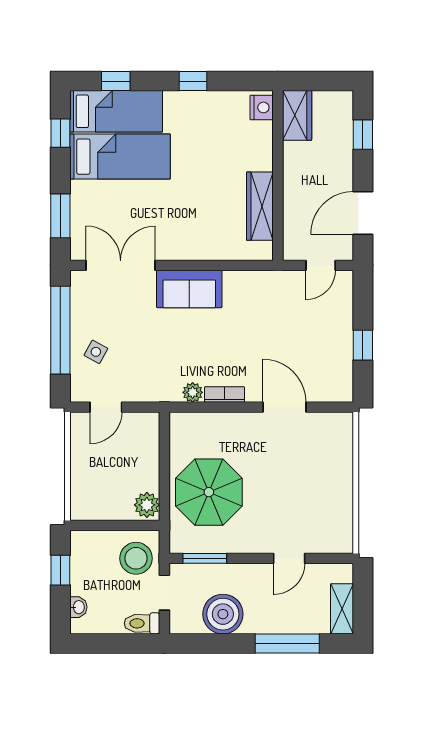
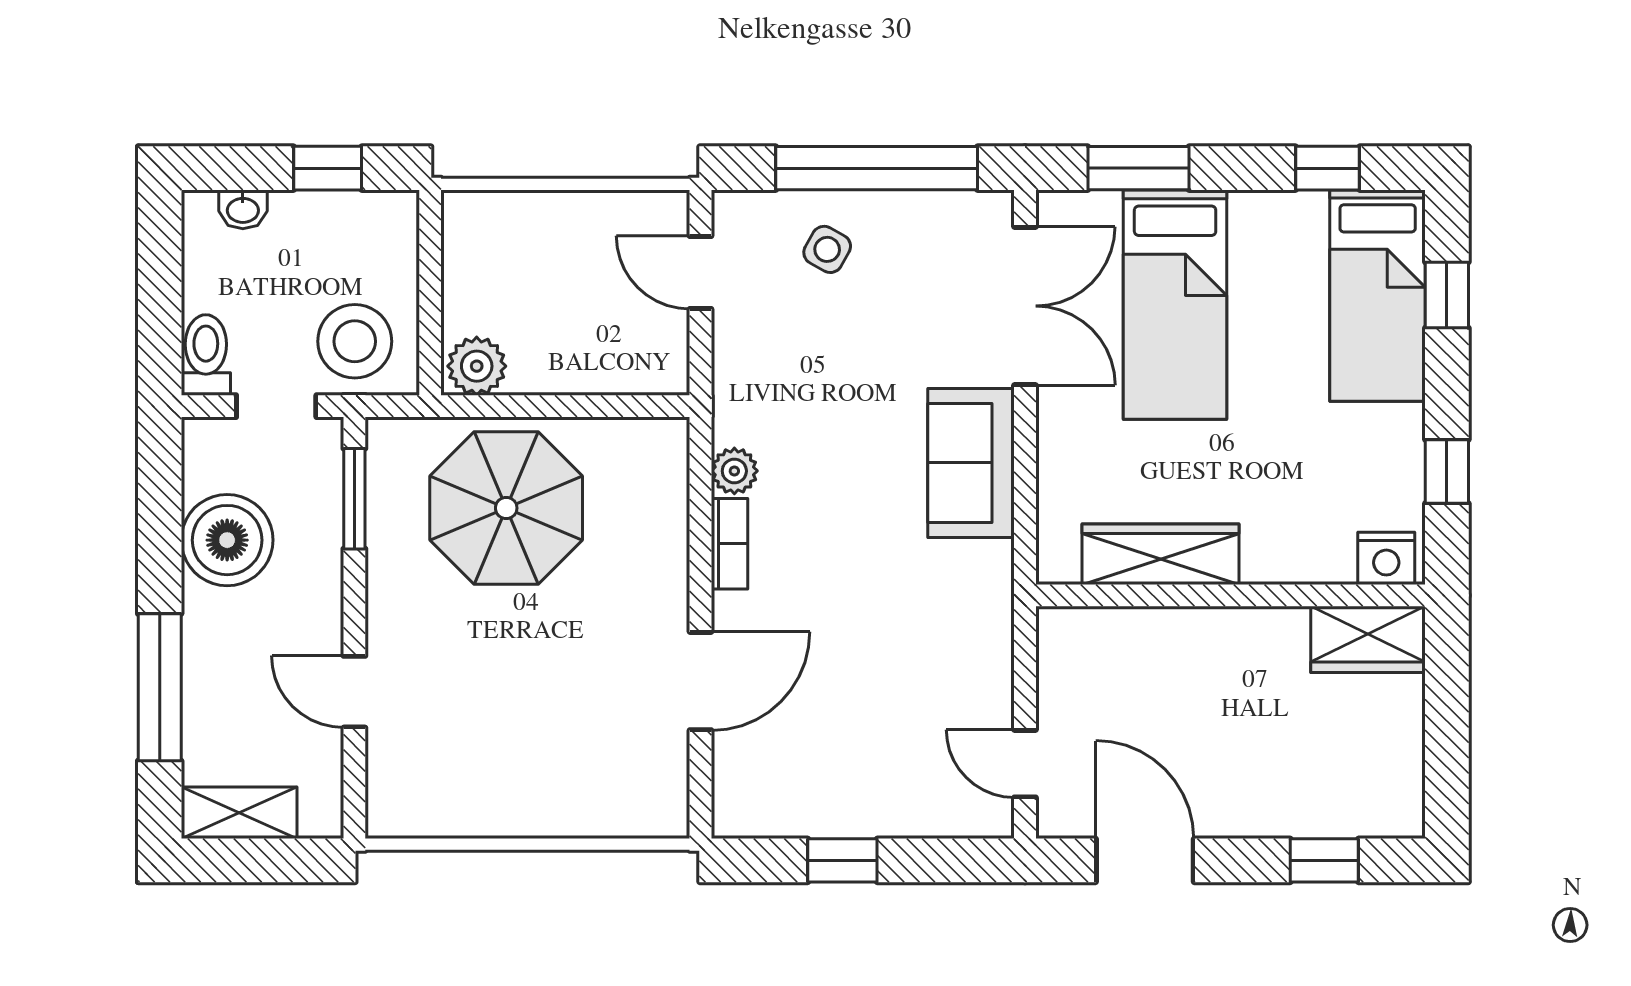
nightstand: (262, 107) -> (1386, 558), moved
wardrobe: (297, 115) -> (1368, 639), moved
bed: (120, 157) -> (1175, 305), moved
wall: (278, 176) -> (1231, 595), moved
wardrobe: (260, 206) -> (1160, 554), moved

